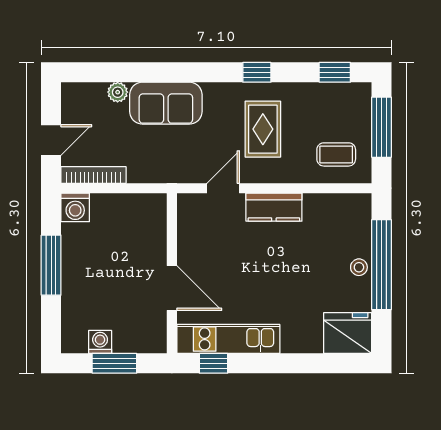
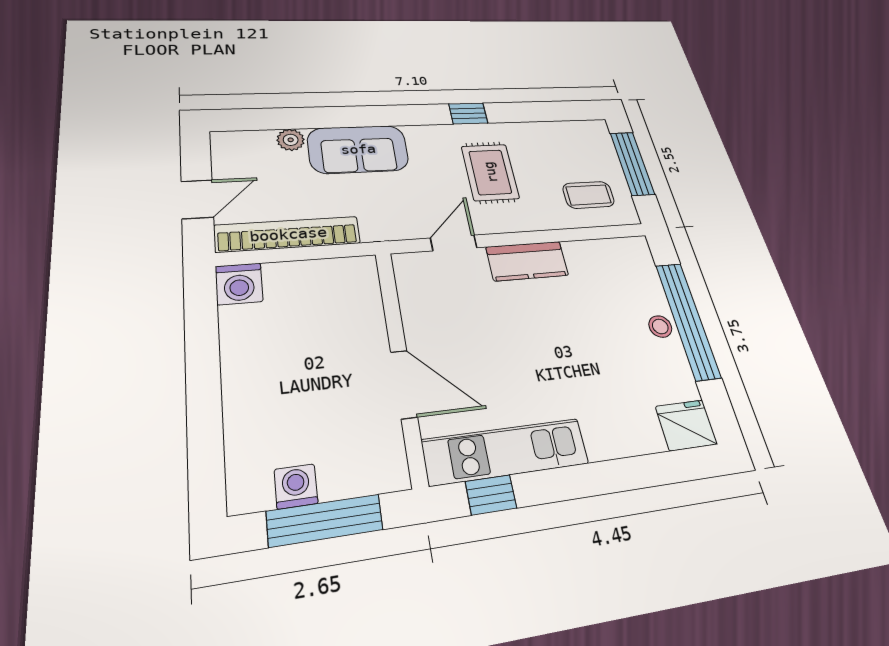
window: (335, 72) -> (560, 111), removed
bookcase: (93, 175) -> (288, 234), width x1.48, depth x1.31
window: (51, 265) -> (203, 371), removed
fridge: (348, 333) -> (686, 425), width x0.73, depth x0.75
window: (114, 363) -> (325, 520), width x1.44

